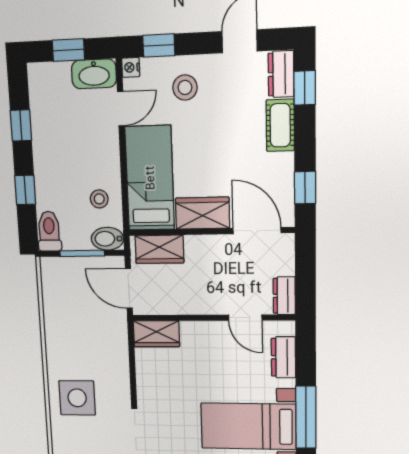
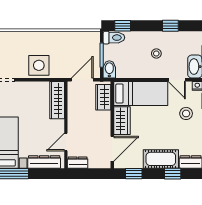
window: (305, 88) -> (173, 174), moved
cot: (280, 125) -> (161, 159), width x1.37, depth x1.34
window: (25, 190) -> (123, 26), moved
stool: (99, 199) -> (156, 53), moved
wardrobe: (156, 334) -> (57, 100), width x1.50
dresser: (283, 357) -> (44, 162), width x1.44
side table: (77, 398) -> (39, 65), moved

